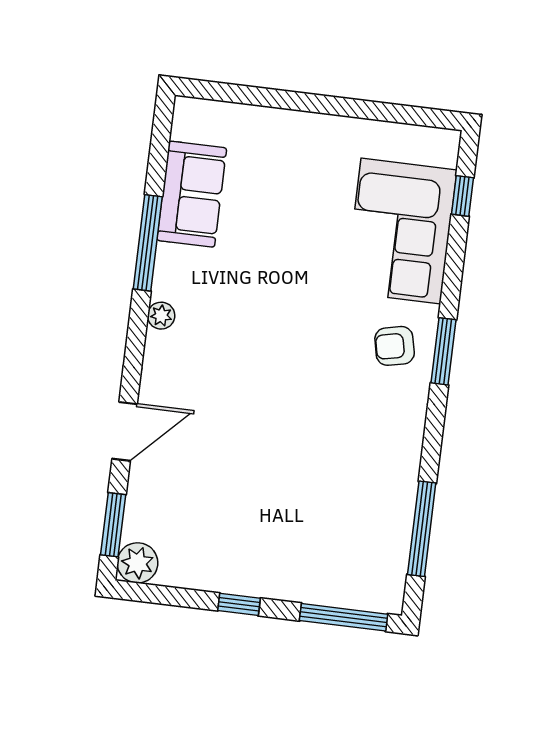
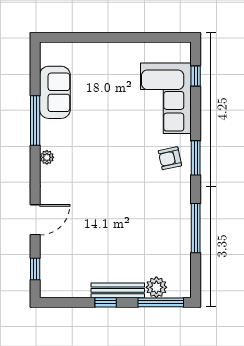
window: (113, 525) -> (35, 269), width x0.67
window: (422, 529) -> (196, 228), moved
plant: (137, 563) -> (156, 287), moved
bench: (265, 585) -> (118, 290), added

